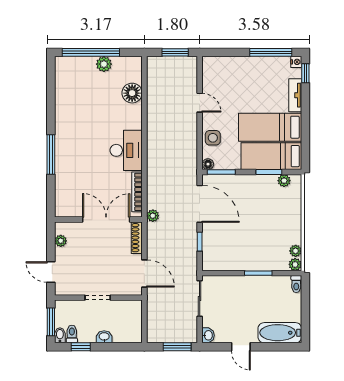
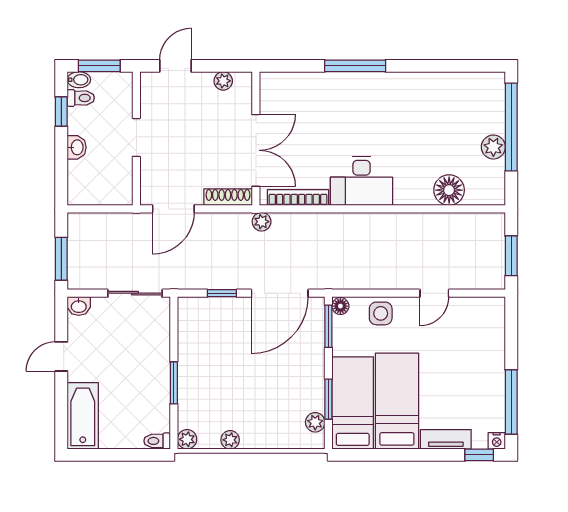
plant: (296, 251) -> (230, 440), moved

